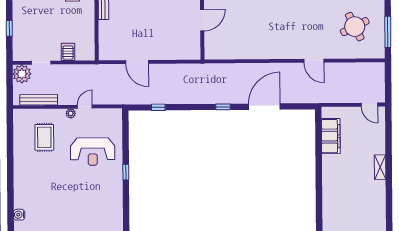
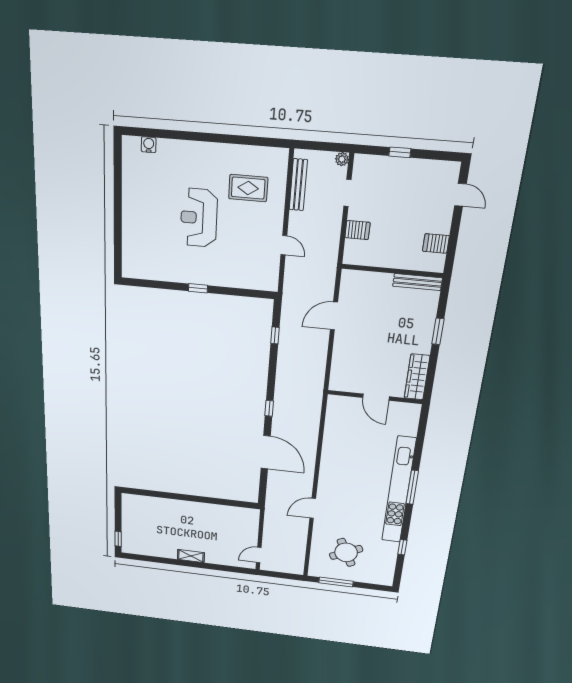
plant: (22, 74) -> (342, 159), width x0.53, depth x0.53
plant: (71, 113) -> (277, 226), removed
filing cabinet: (331, 136) -> (227, 514), removed
reception desk: (93, 152) -> (199, 218), moved

